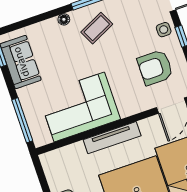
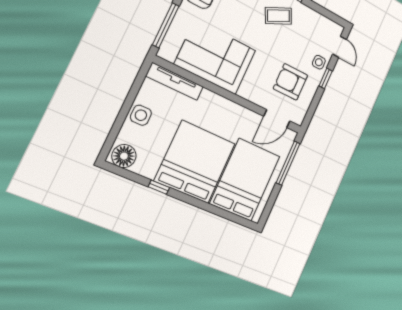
tv unit: (112, 138) -> (175, 81), moved

